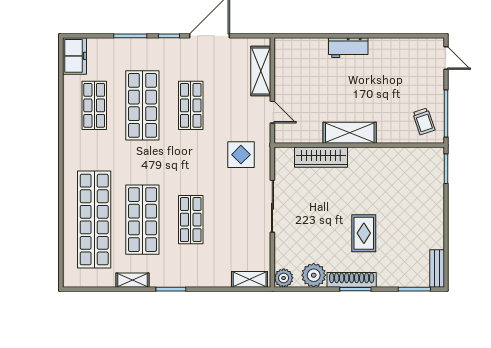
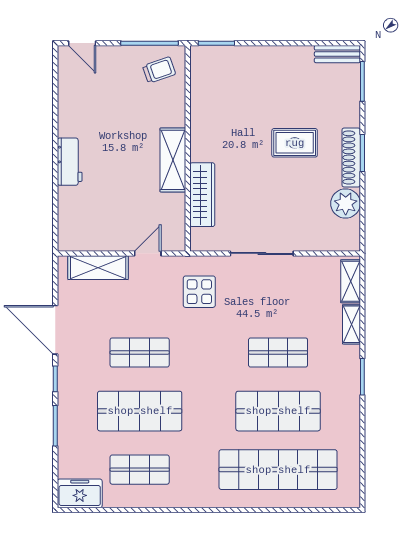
door: (446, 58) -> (82, 43), swing flipped
plant: (284, 278) -> (349, 240), removed
shelving: (132, 280) -> (351, 324), moved

